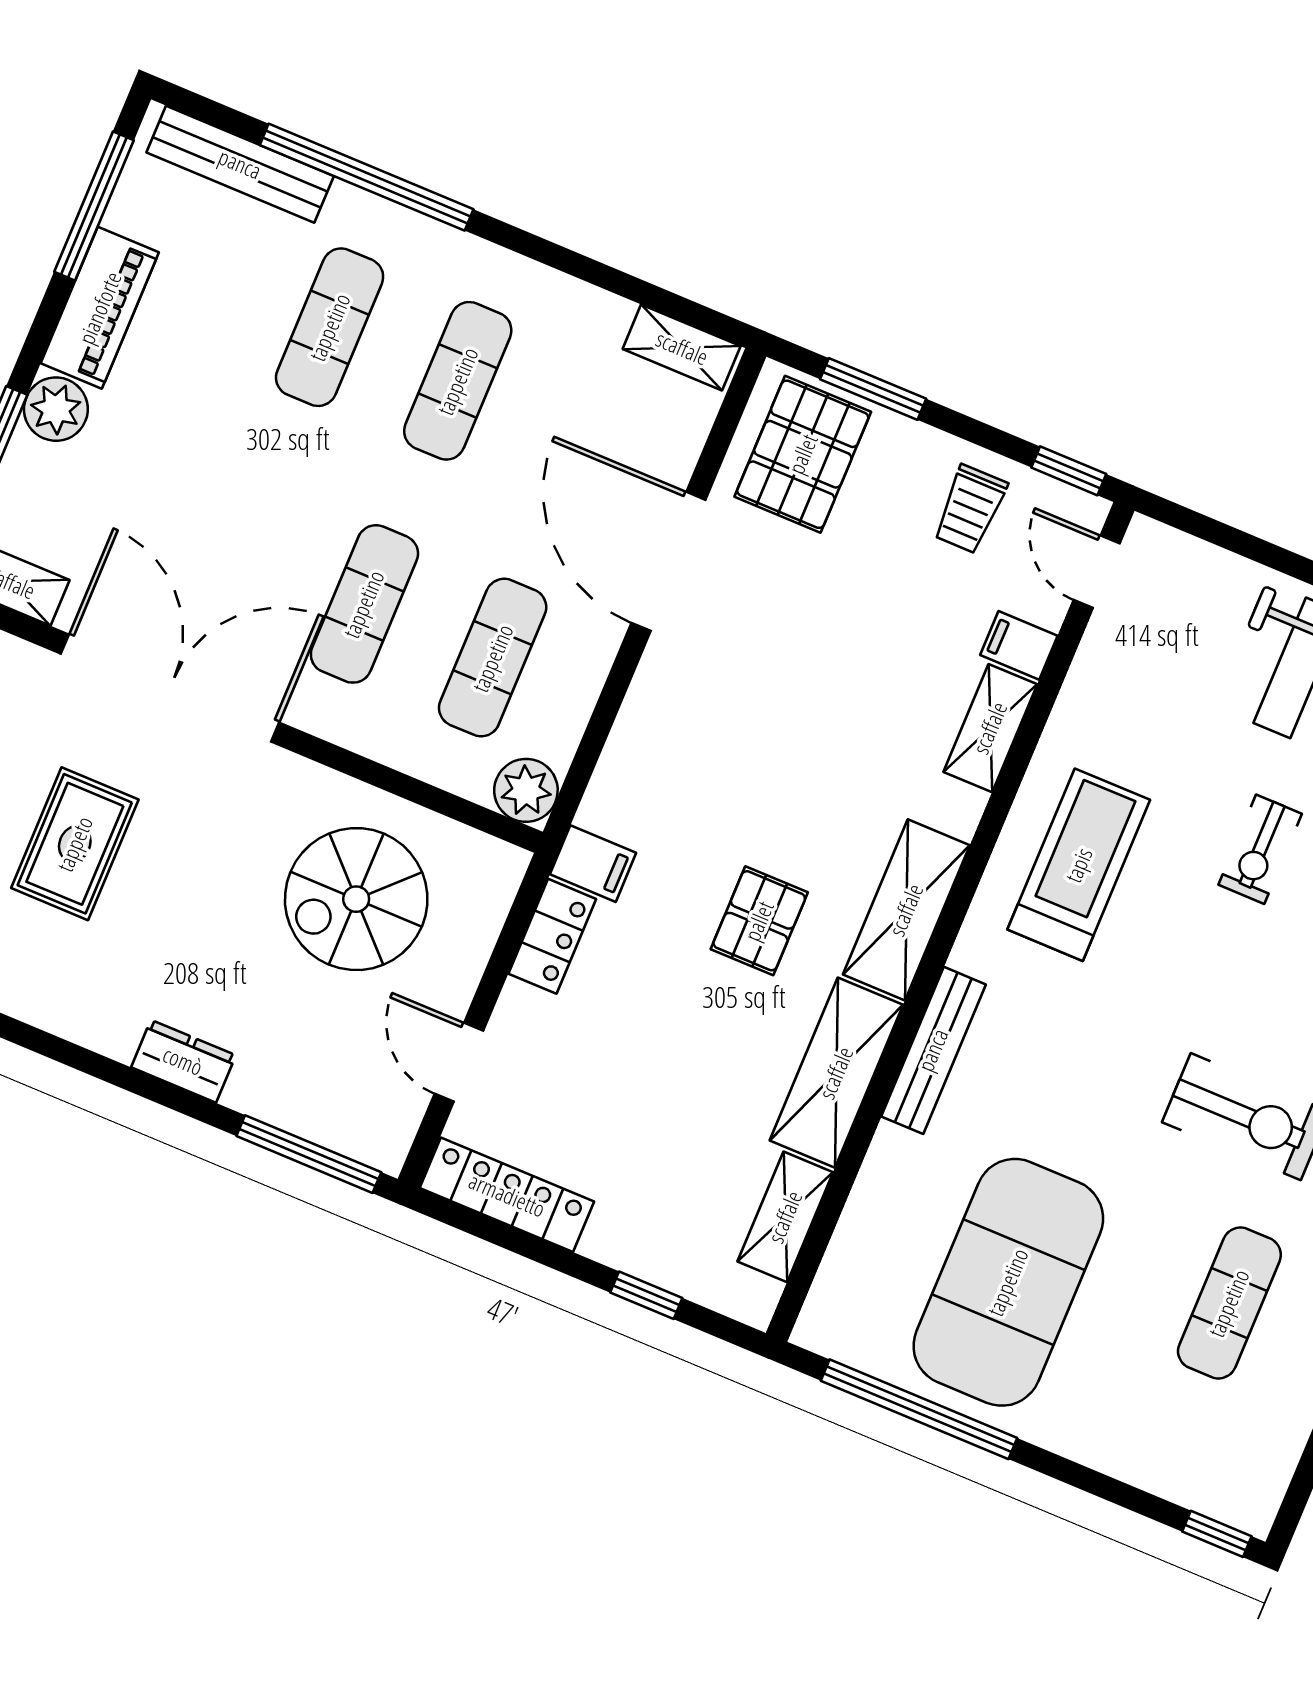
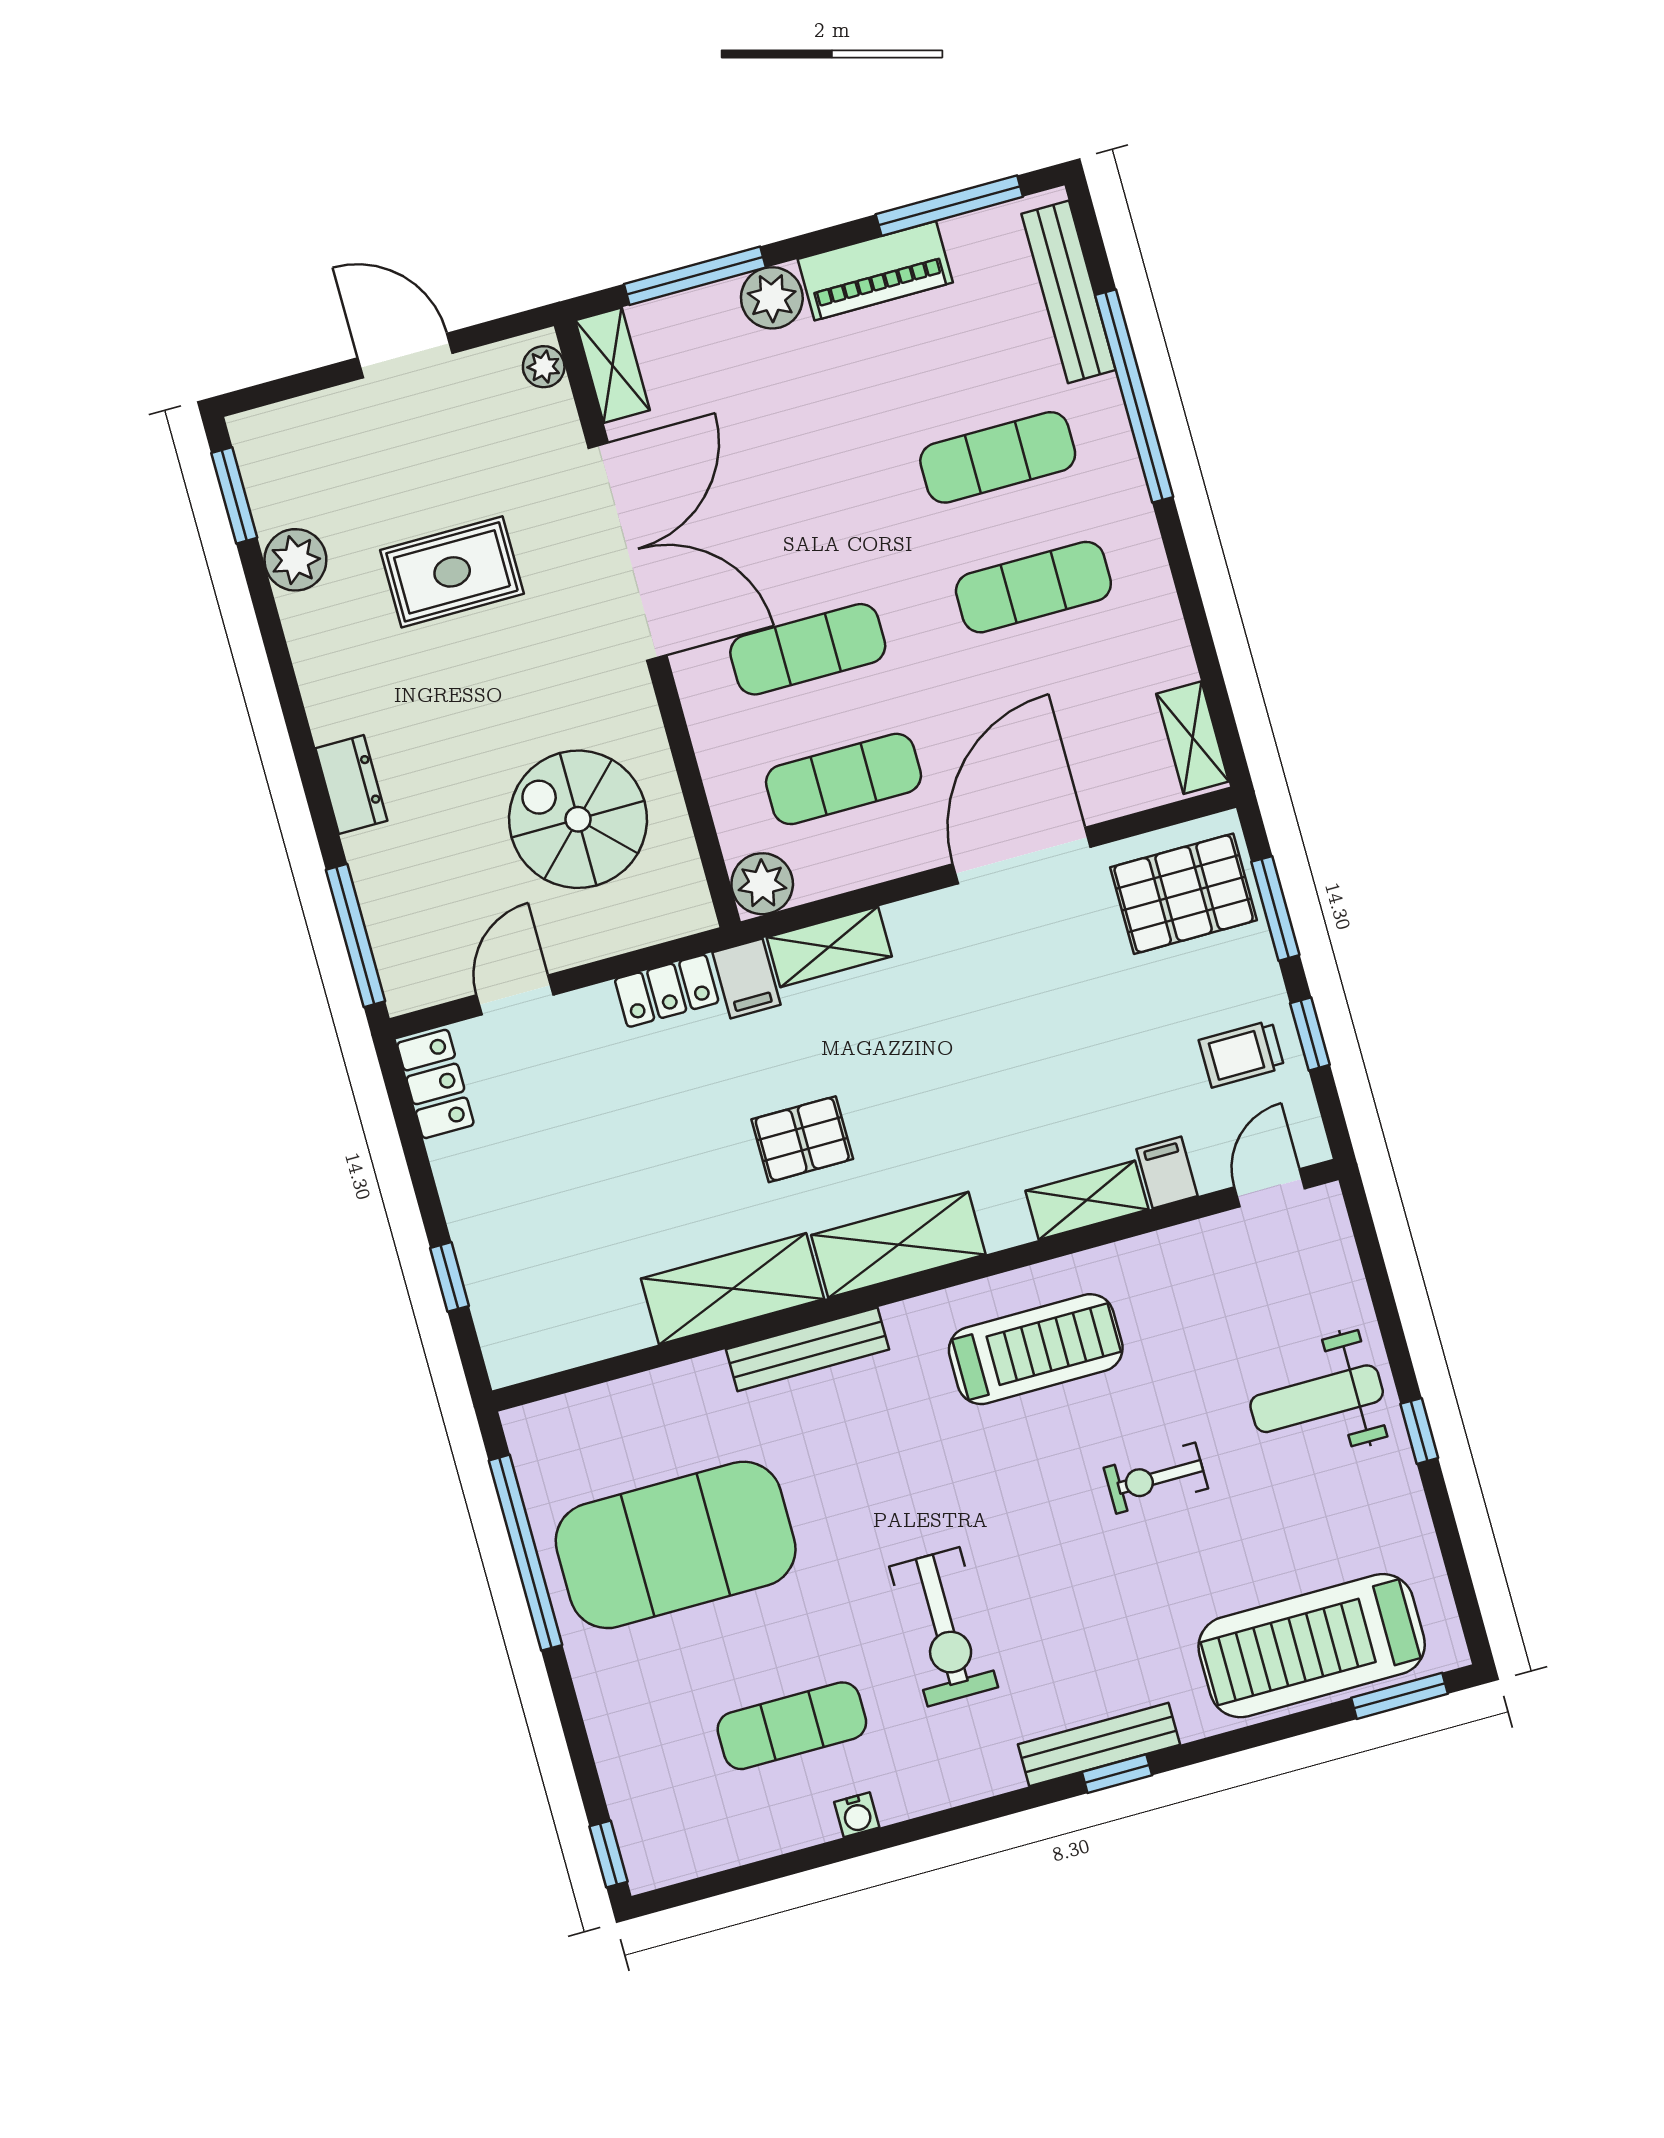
window: (1069, 471) -> (1310, 1034), moved
locker: (507, 1195) -> (435, 1084), width x0.66
shelving: (785, 1217) -> (829, 947), moved

